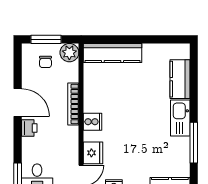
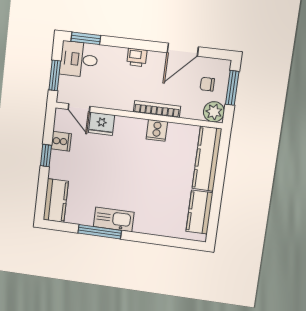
kitchen counter: (180, 79) -> (199, 212), moved, turned -90
door: (18, 103) -> (183, 50), moved
kitchen sink: (180, 118) -> (114, 219), moved
cooker: (93, 122) -> (157, 130), moved

